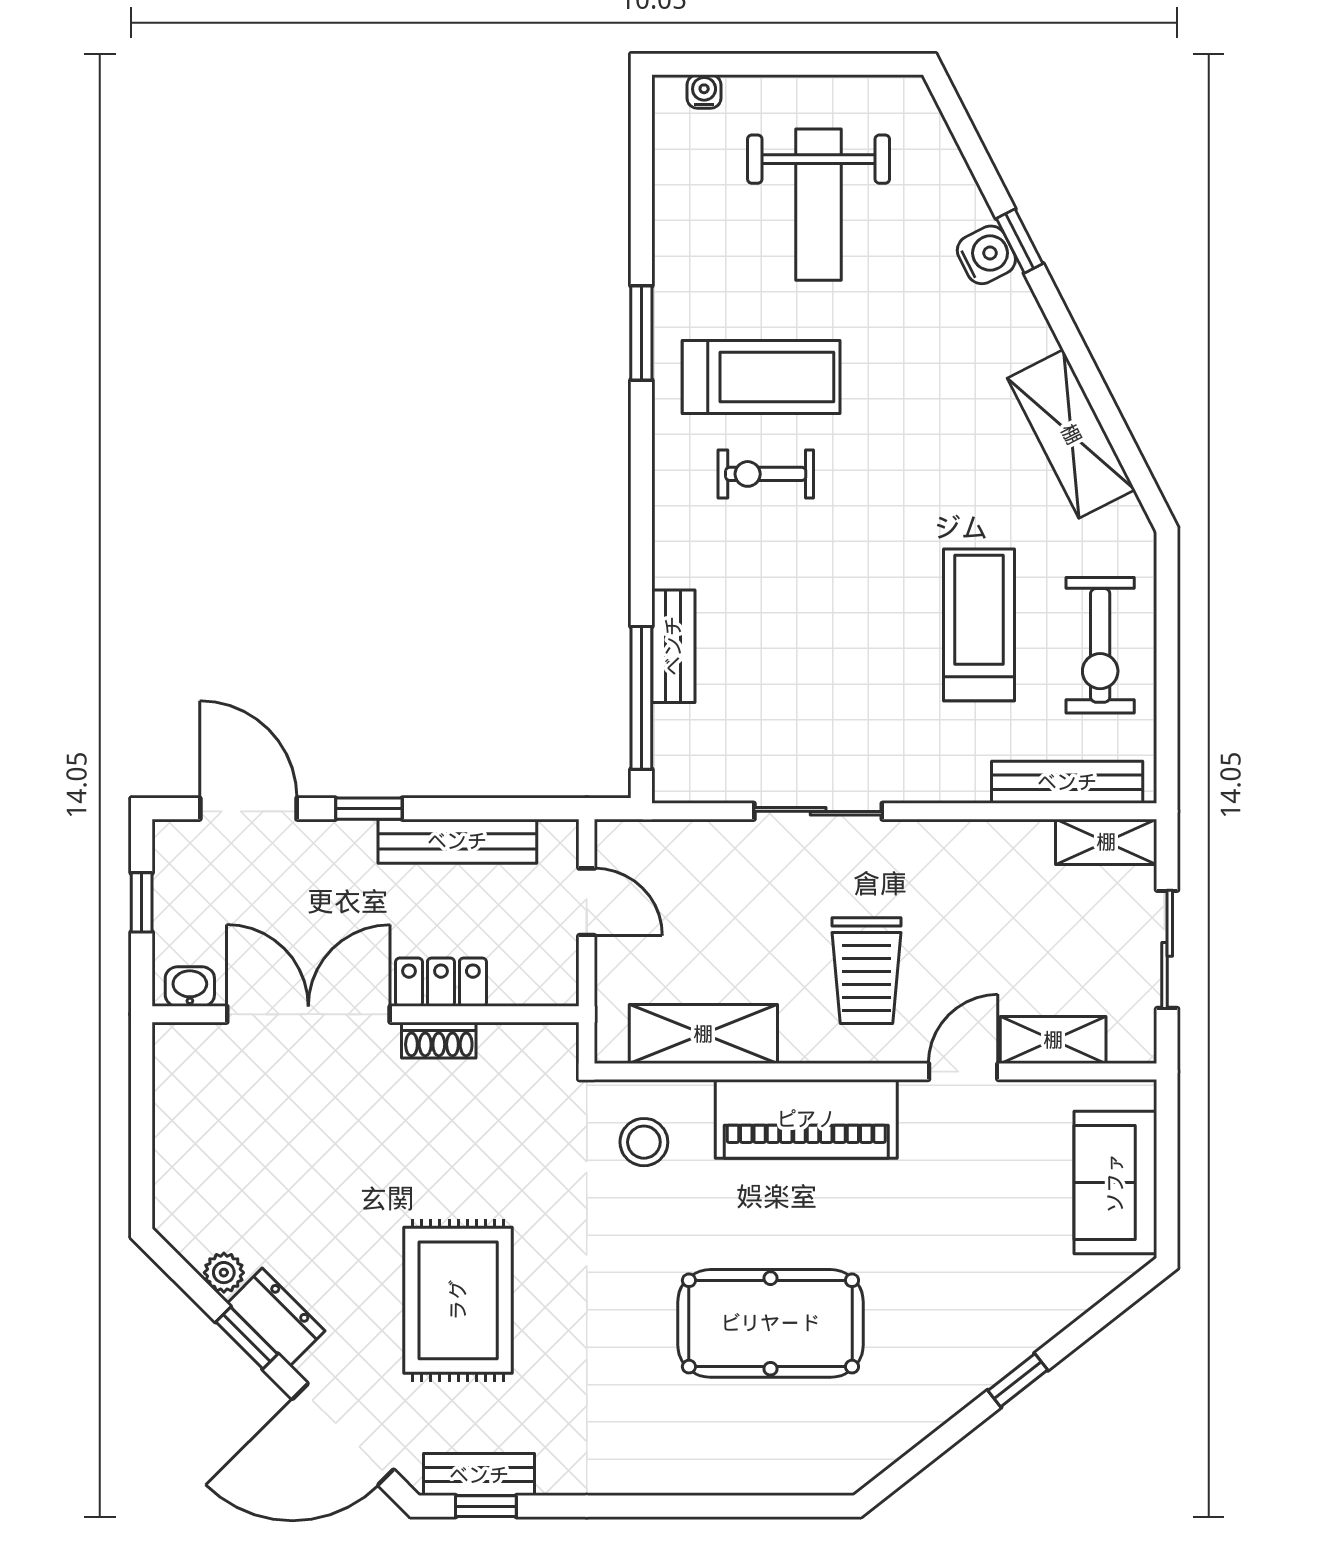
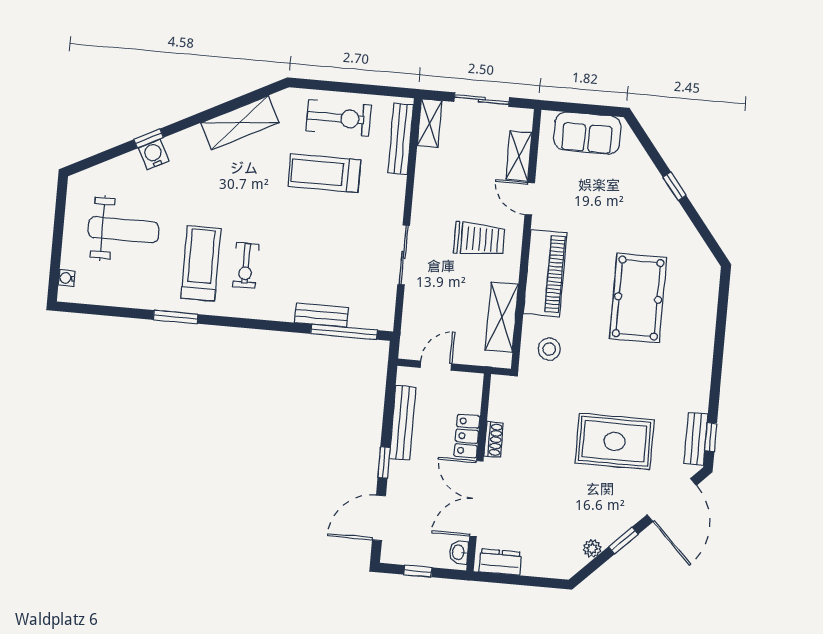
dresser: (276, 1317) -> (500, 562), moved, turned 45

